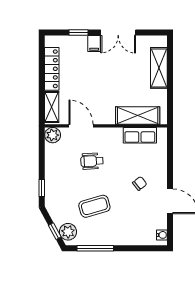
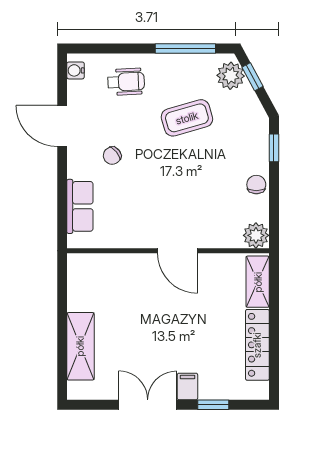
shelving: (138, 116) -> (116, 268), removed
door: (81, 126) -> (177, 251), moved
row of seats: (140, 135) -> (80, 206), moved, turned 90
wheelchair: (92, 161) -> (126, 82), moved
chair: (52, 166) -> (256, 185), added

